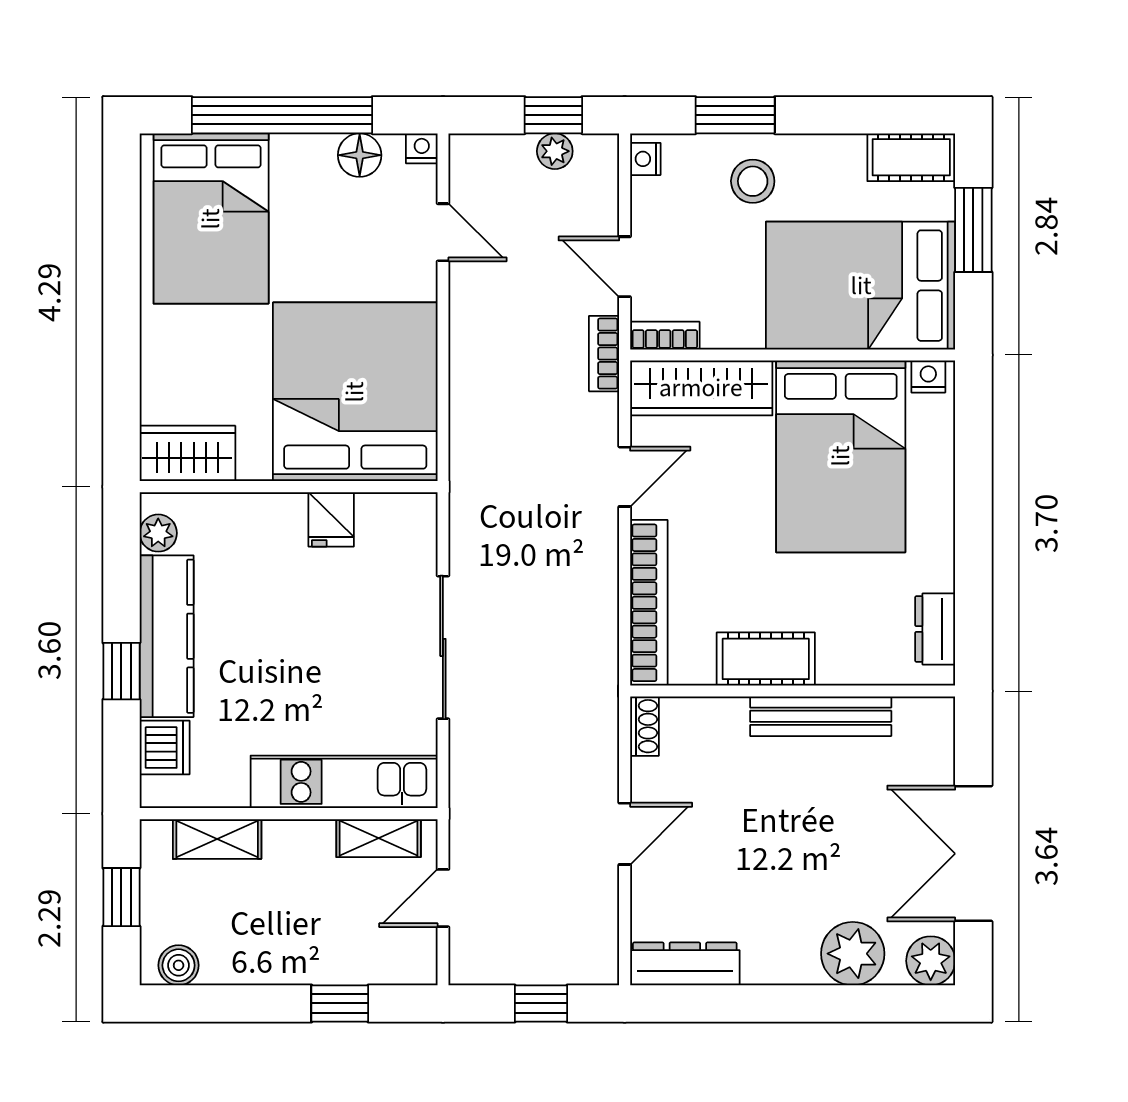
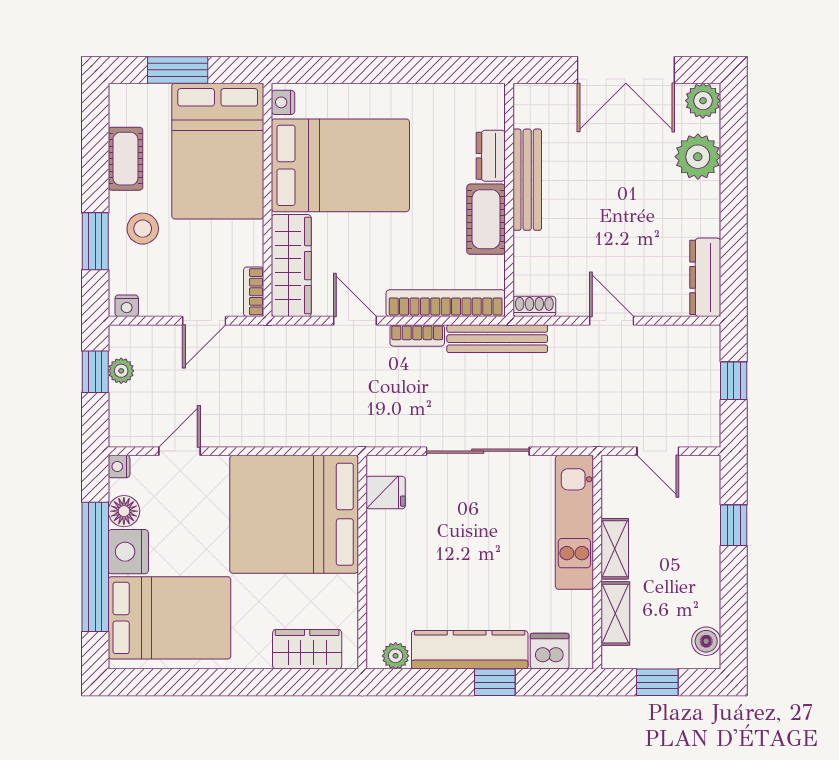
cot: (911, 157) -> (125, 159), moved
nightstand: (303, 161) -> (128, 552), added
bookcase: (604, 354) -> (417, 335), moved
wardrobe: (187, 453) -> (307, 649), moved, turned 90
fridge: (331, 519) -> (386, 493), moved
dresser: (935, 629) -> (491, 156), moved, turned 90
bench: (600, 675) -> (497, 339), added
shelving: (379, 838) -> (615, 549), moved

